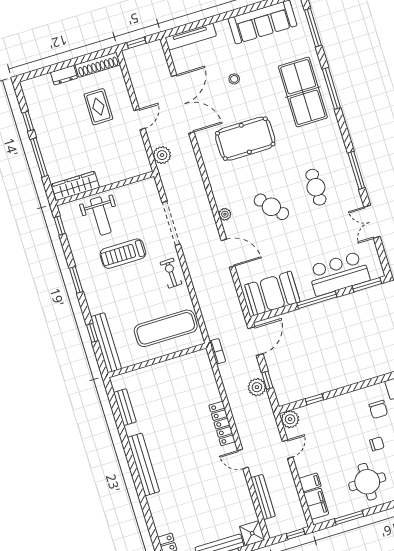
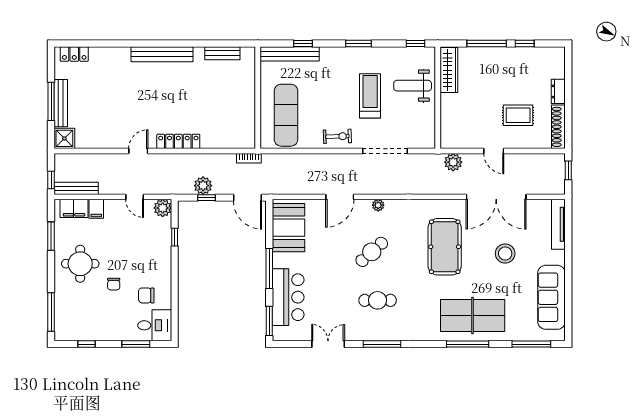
stool: (234, 79) -> (505, 253), width x1.89, depth x1.89
bench: (263, 497) -> (76, 188), moved

